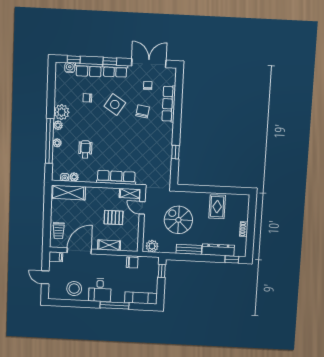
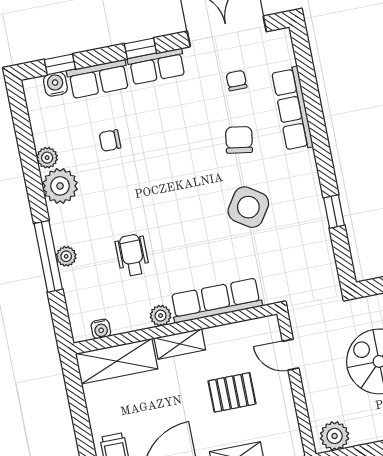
side table: (115, 104) -> (248, 207), moved
plant: (58, 125) -> (47, 158), moved
window: (50, 141) -> (48, 256), width x0.68
plant: (74, 177) -> (161, 316), moved
shelving: (130, 193) -> (180, 344), moved

